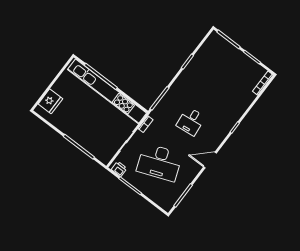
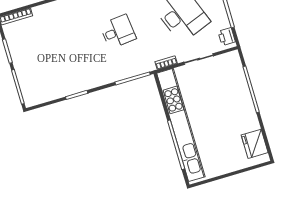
fridge: (50, 101) -> (255, 144), moved, turned -90

